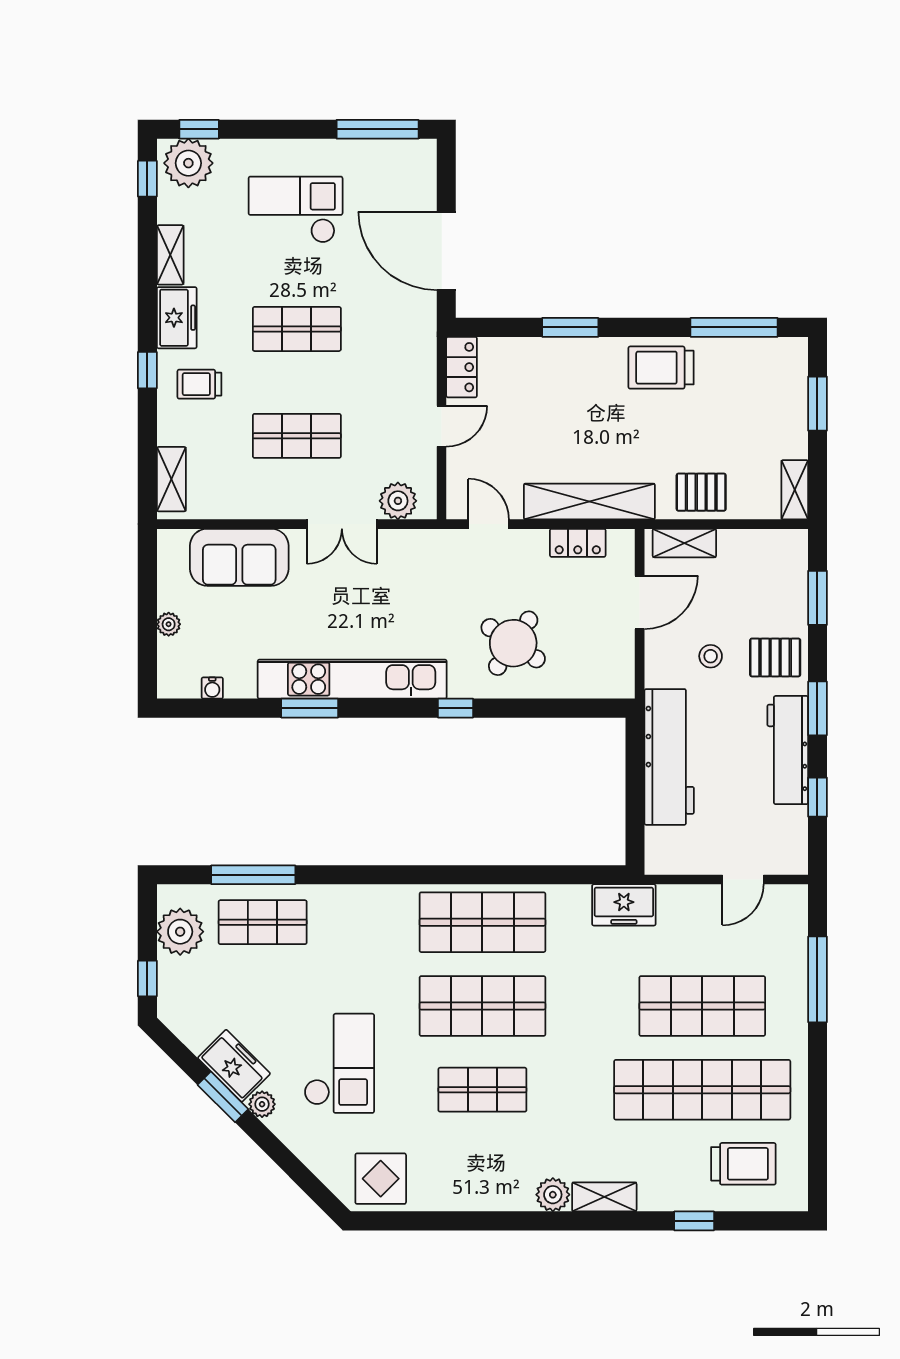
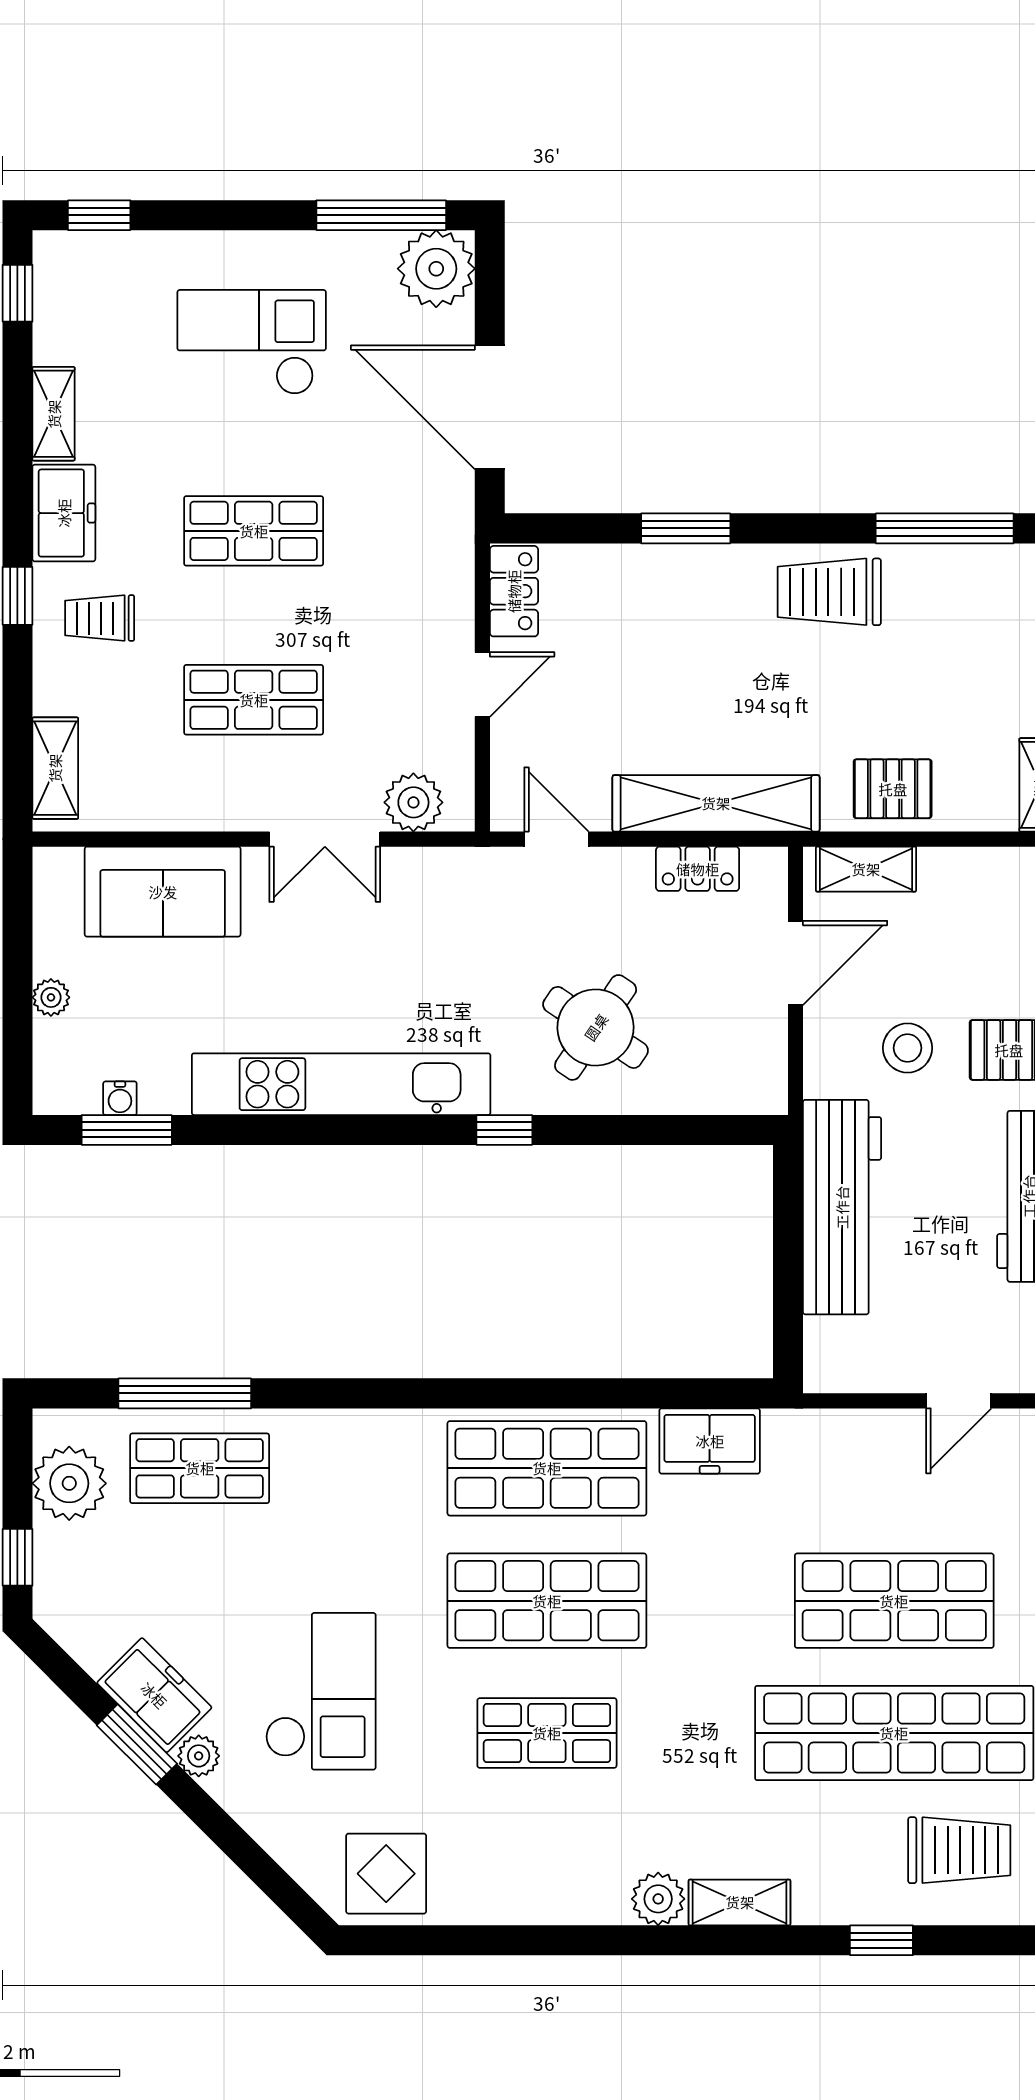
plant: (188, 163) -> (436, 269), moved
stool: (711, 656) -> (908, 1048), width x1.37, depth x1.37
window: (310, 708) -> (127, 1130), moved
freezer: (624, 905) -> (710, 1441), moved

